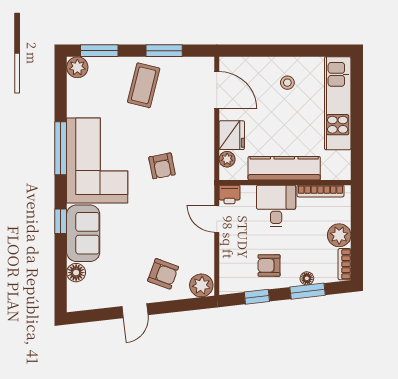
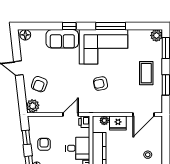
coffee table: (144, 85) -> (146, 73), turned 76
floor lamp: (76, 273) -> (25, 35), moved

